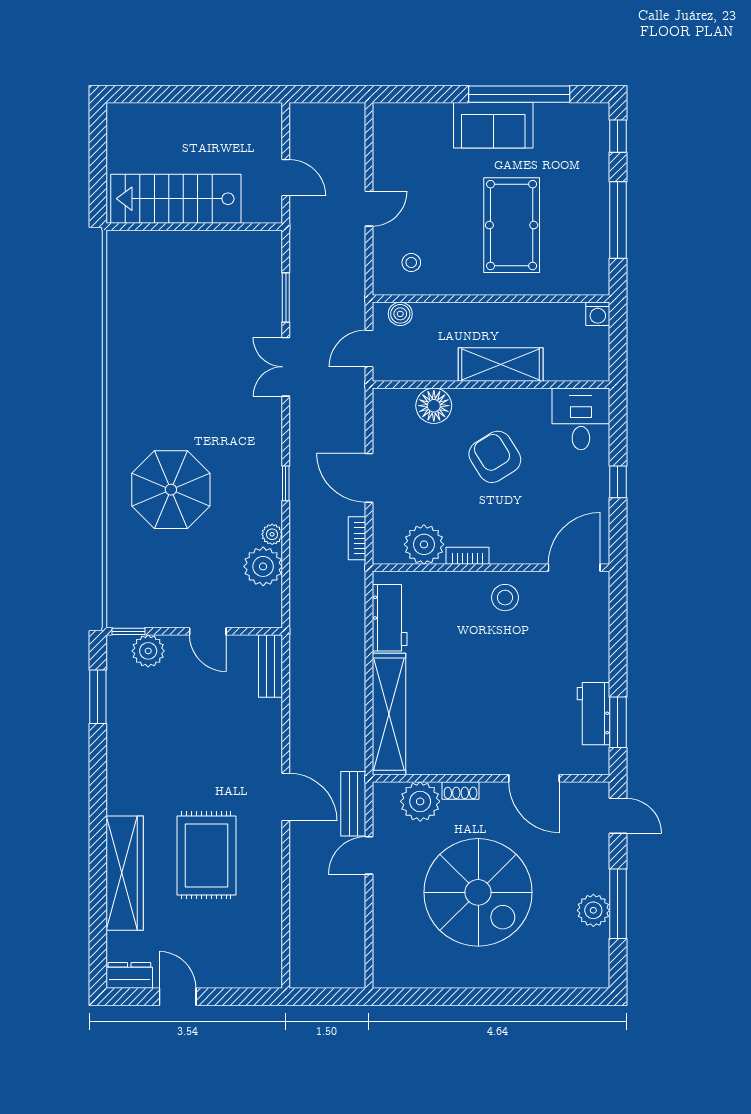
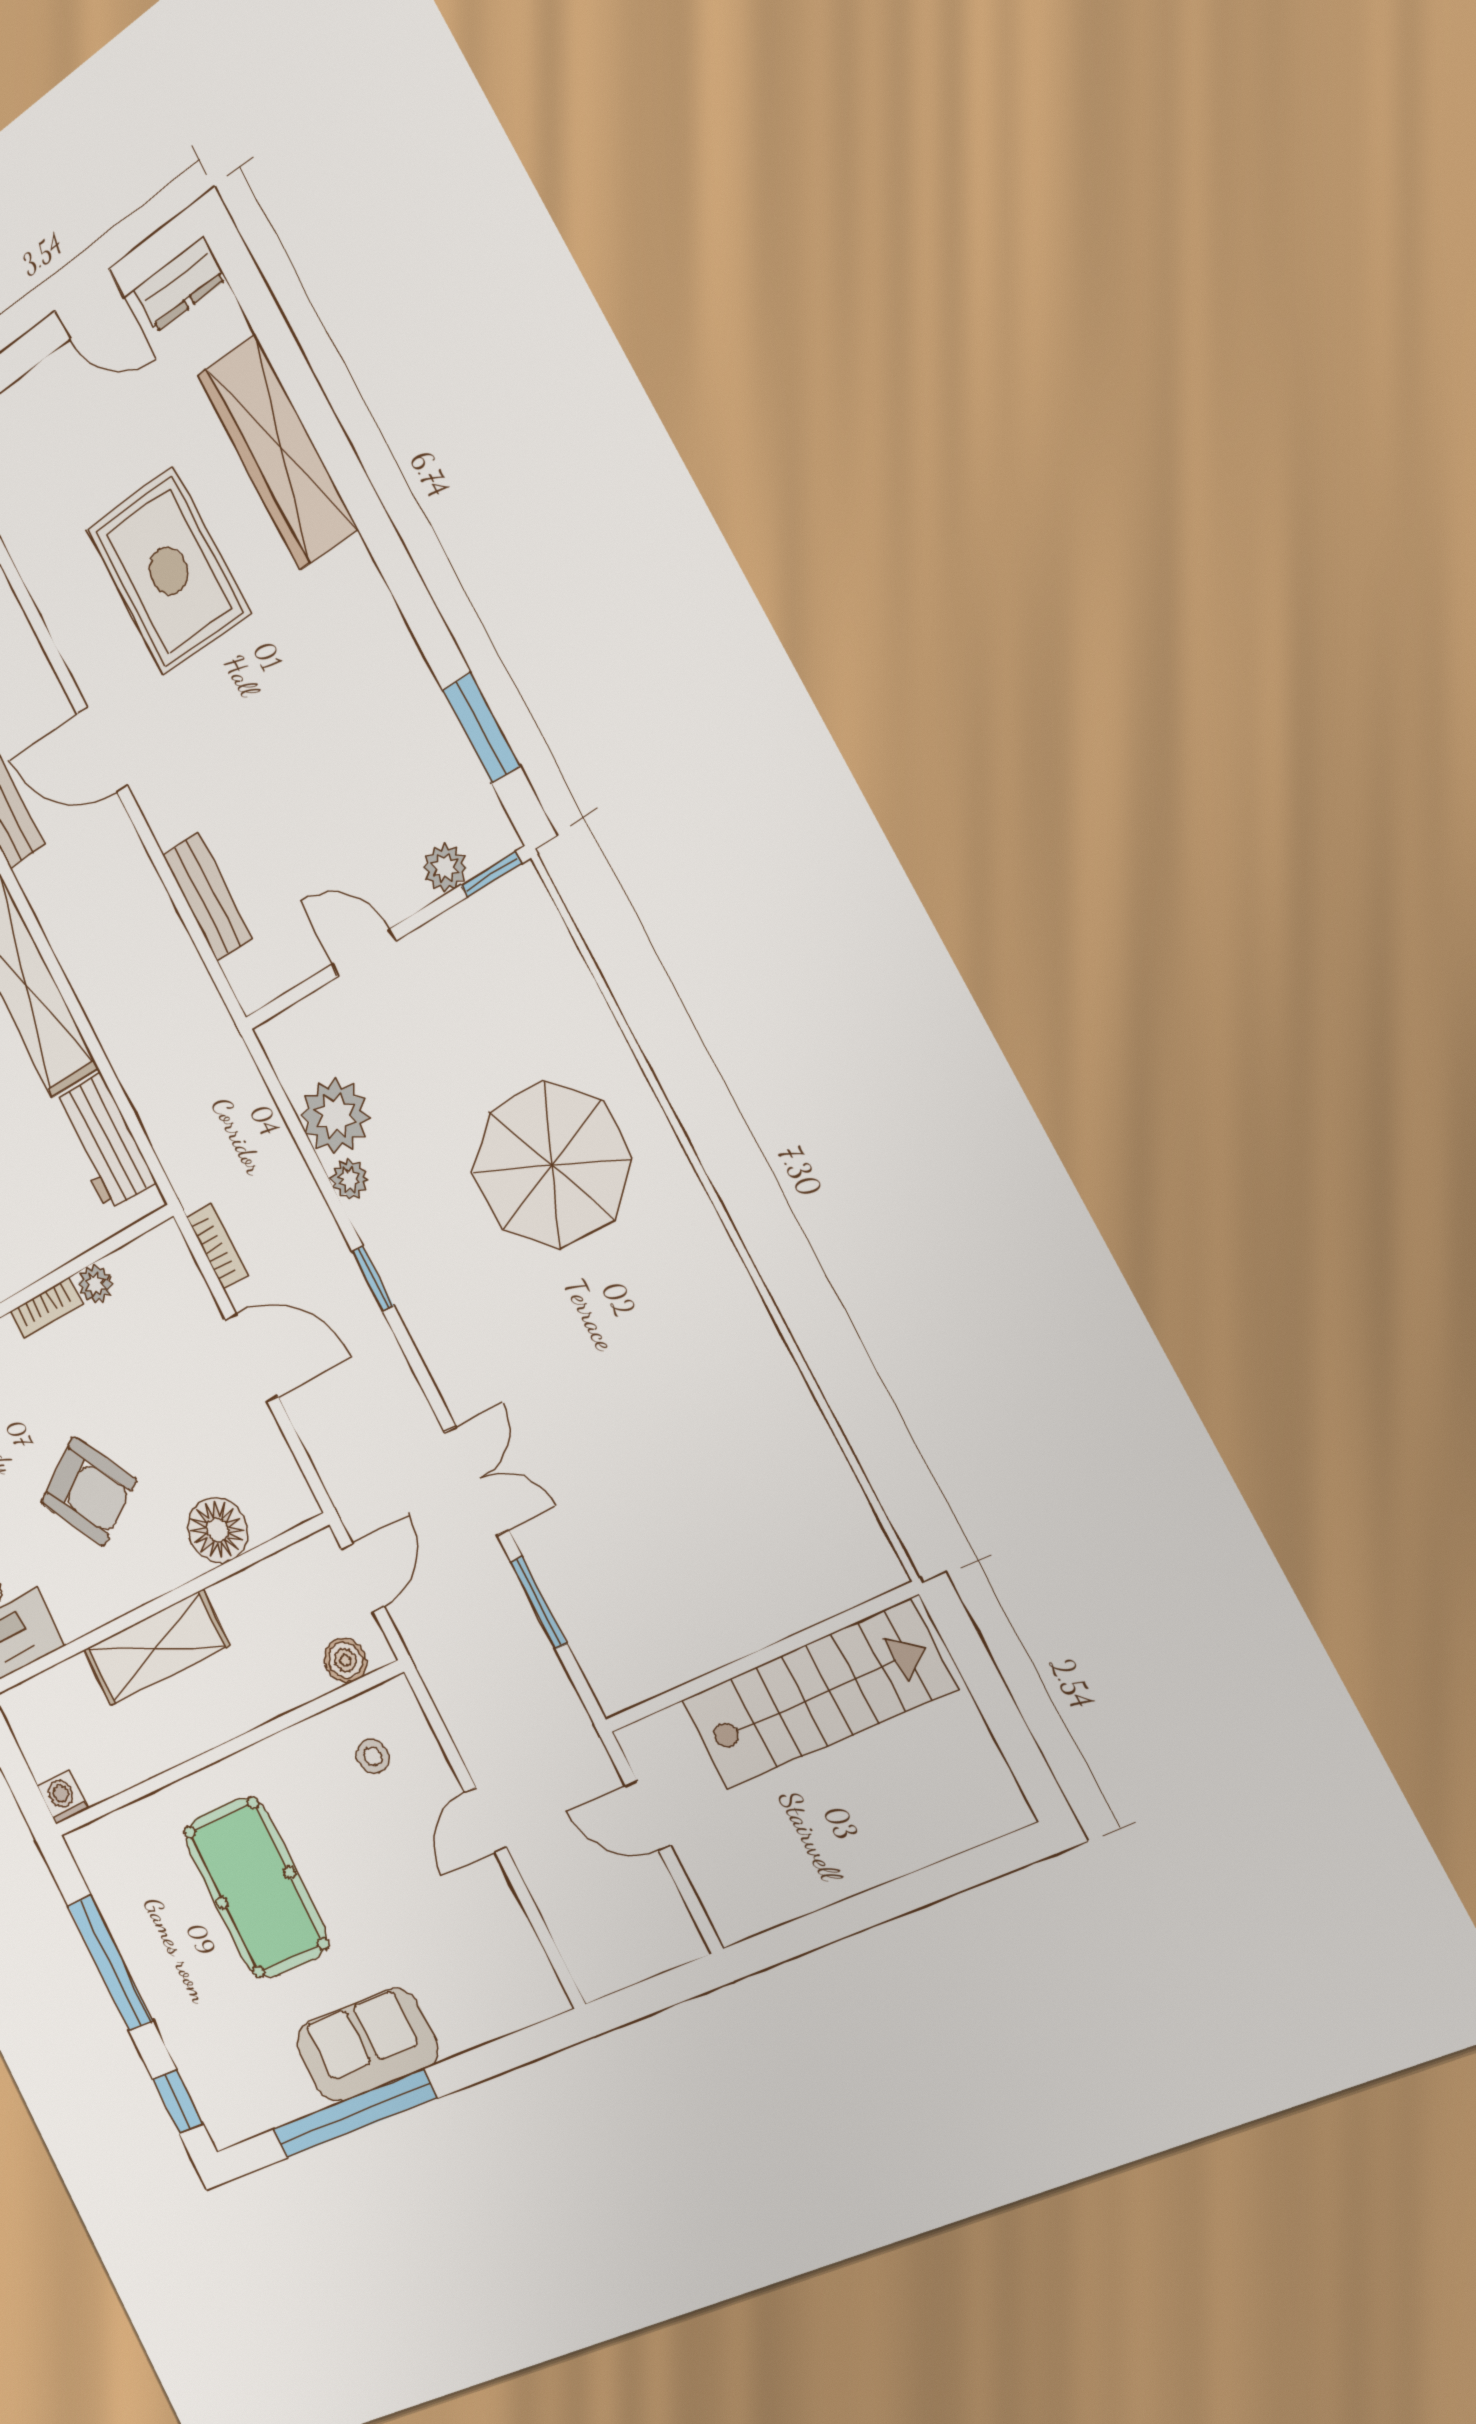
plant: (424, 544) -> (95, 1284), width x0.53, depth x0.53
plant: (148, 651) -> (445, 868), width x0.73, depth x0.73
bench: (271, 666) -> (208, 897), moved

